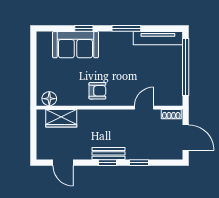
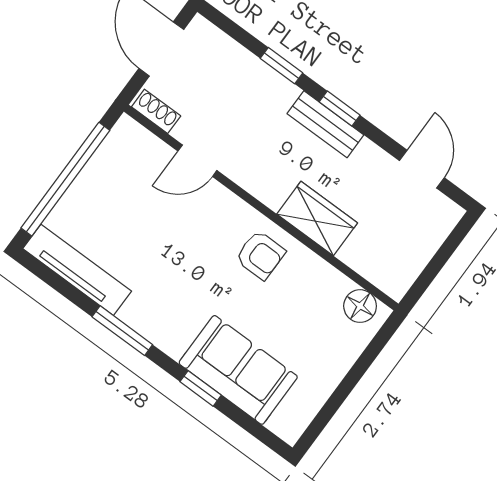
armchair: (97, 91) -> (260, 255), turned 180
wardrobe: (61, 118) -> (317, 218), moved

